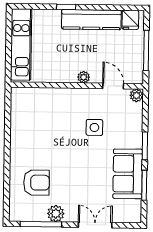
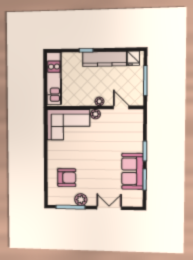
plant: (136, 95) -> (95, 114), moved
corner sofa: (40, 109) -> (68, 125), added
side table: (94, 127) -> (108, 138), removed

